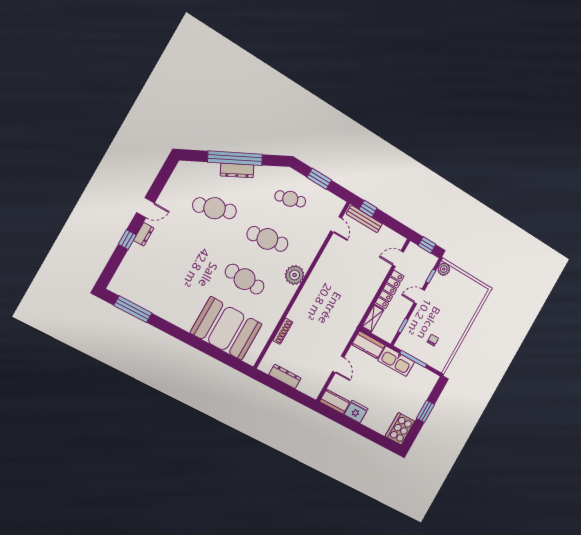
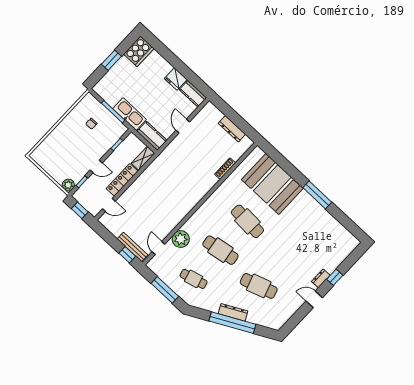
window: (319, 179) -> (165, 290), width x1.44
plant: (295, 275) -> (181, 239), moved
window: (133, 309) -> (317, 195), moved

